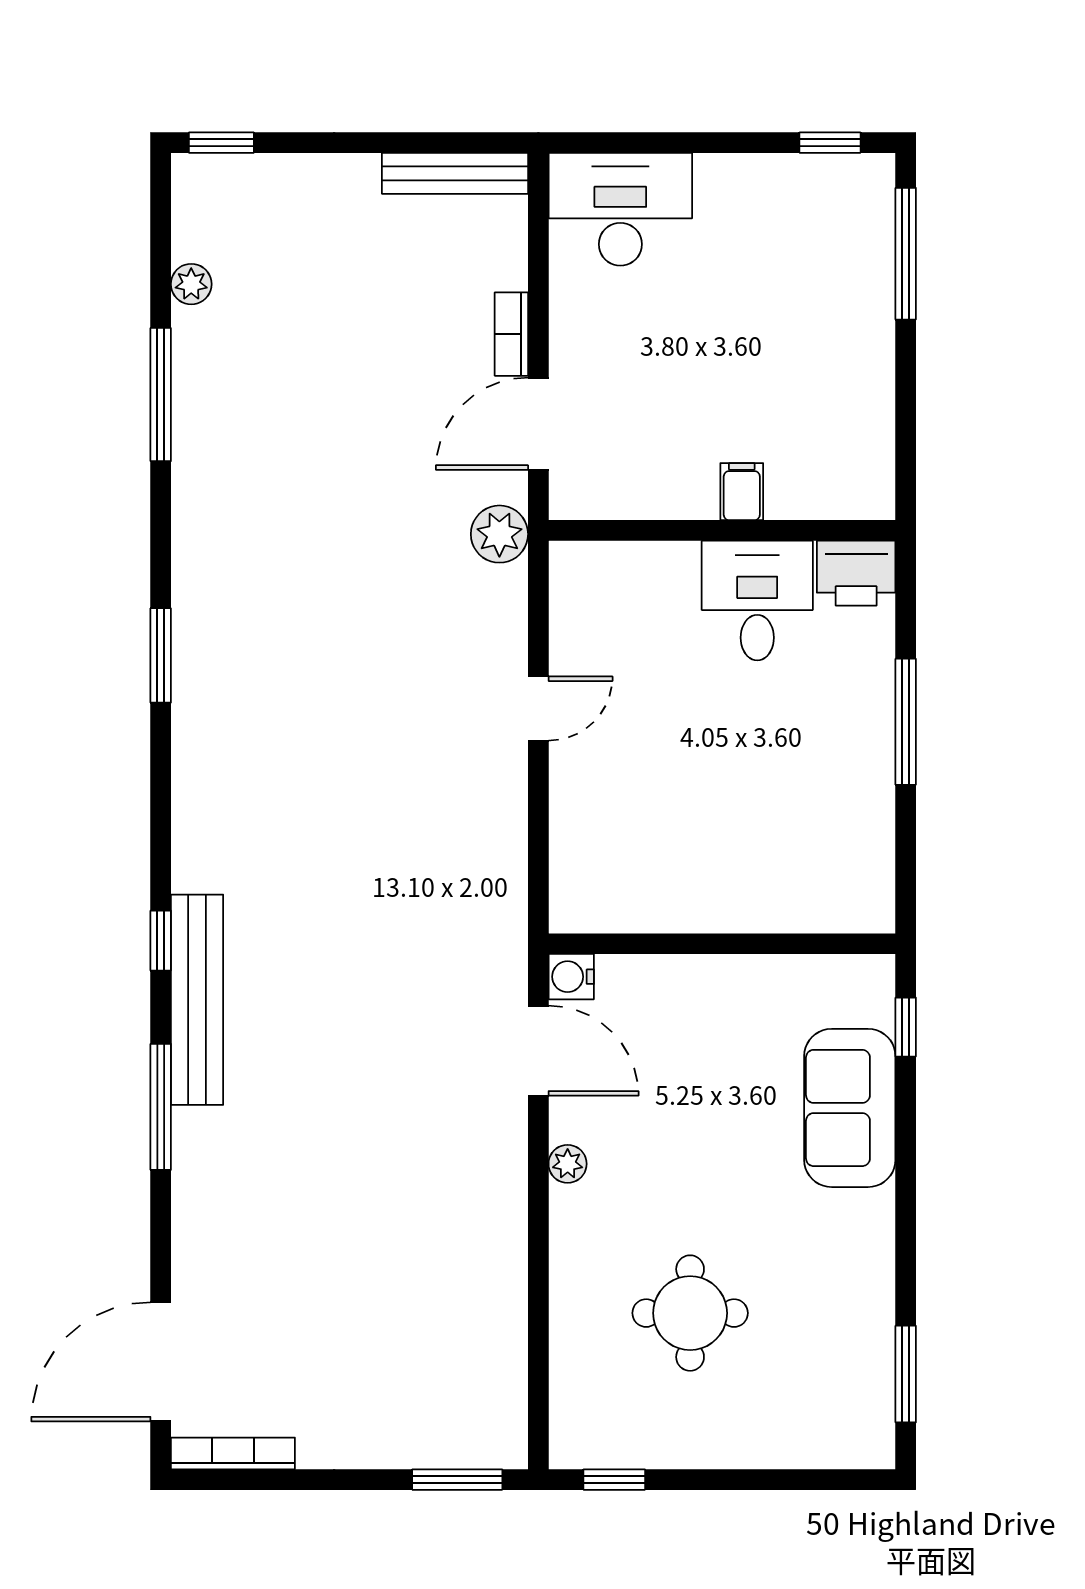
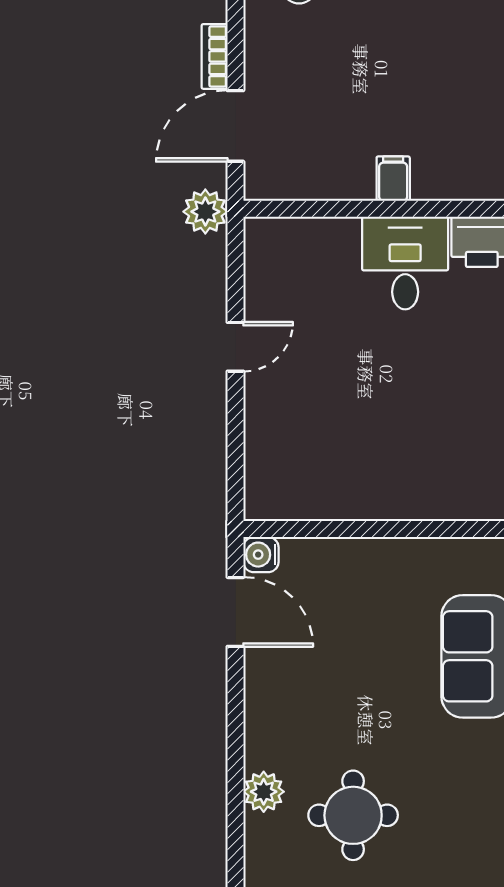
plant: (568, 1164) -> (264, 792), moved, width x1.38, depth x1.38

